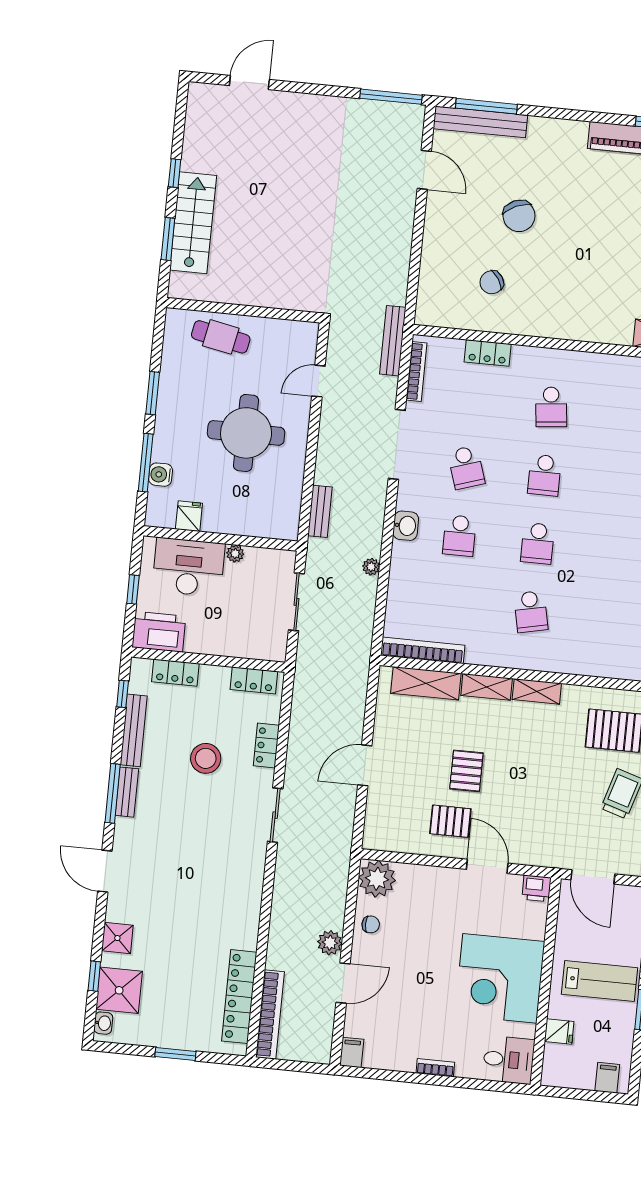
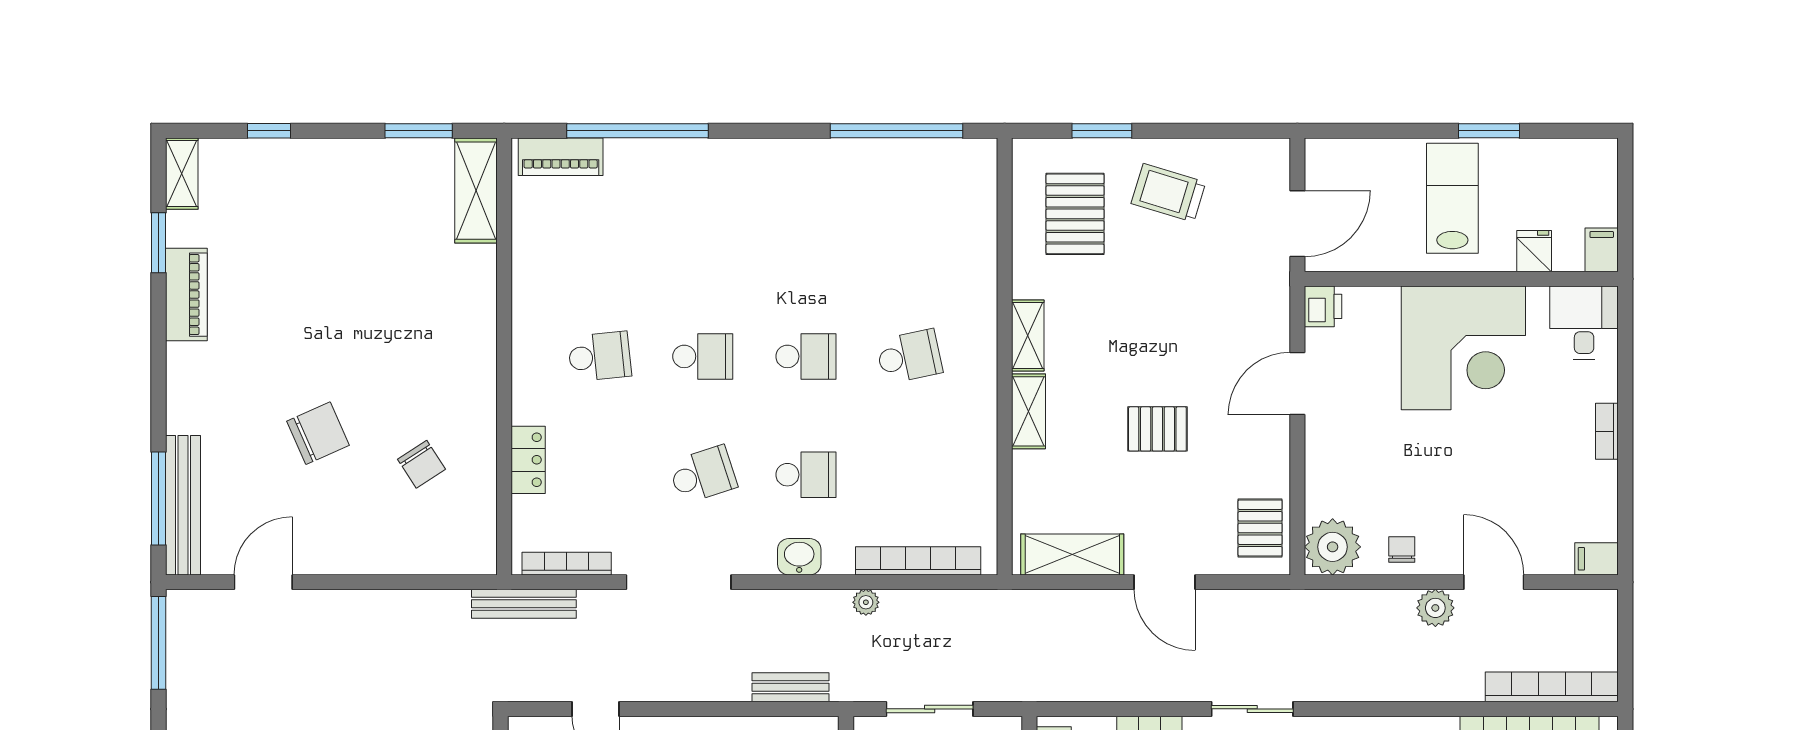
bookcase: (423, 650) -> (918, 561), moved, turned 90
shelving: (426, 683) -> (1072, 554), moved, turned 90
pallet: (450, 821) -> (1260, 528), moved
filing cabinet: (607, 1078) -> (1602, 250), moved, turned 90

